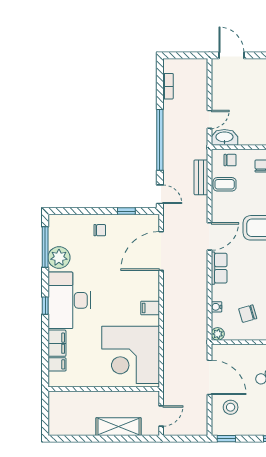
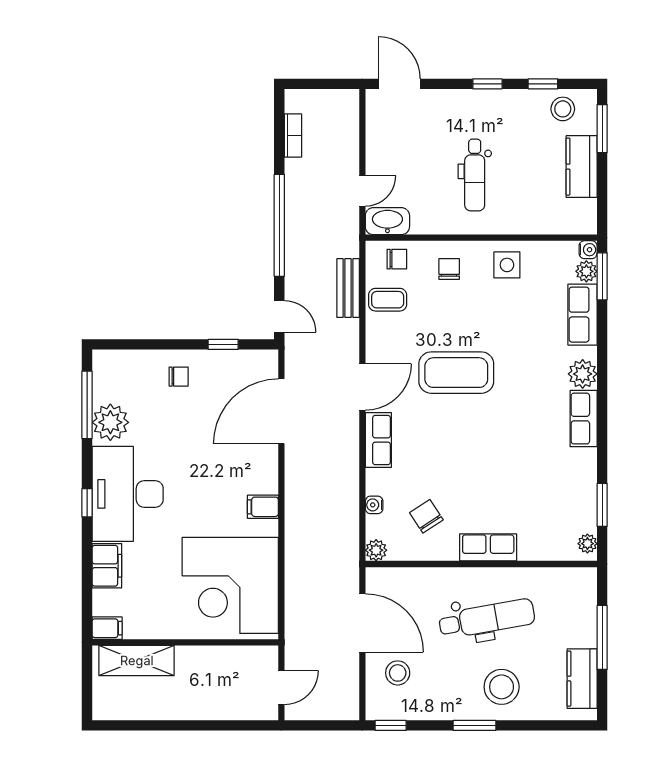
chair: (248, 314) -> (426, 516), turned 73
filing cabinet: (57, 364) -> (107, 628), moved
shelving: (119, 427) -> (137, 661), moved

